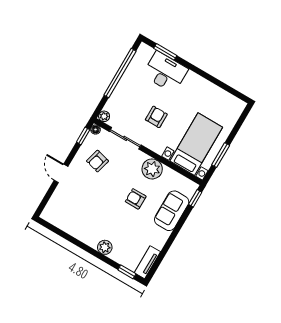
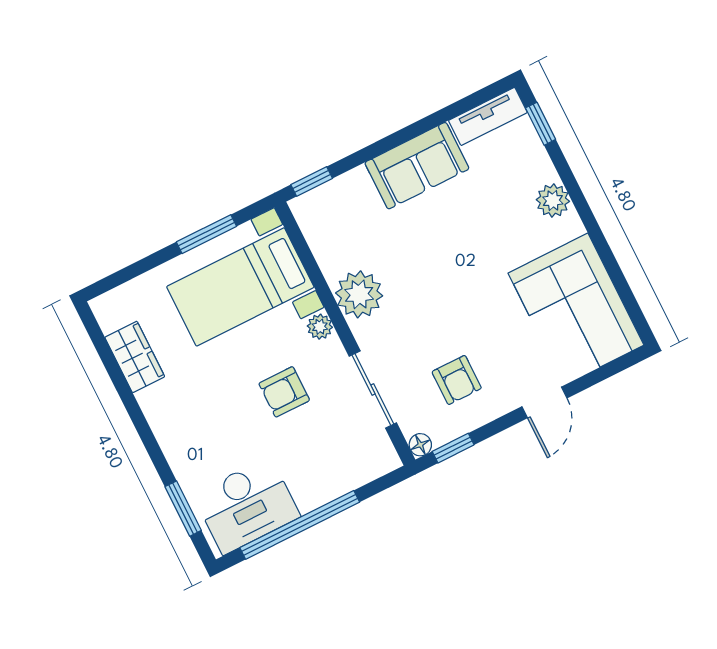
desk: (165, 72) -> (247, 506), moved, turned -90
wardrobe: (218, 95) -> (135, 357), added
plant: (104, 116) -> (320, 327), moved
armchair: (98, 161) -> (457, 380), turned 75
armchair: (136, 199) -> (430, 257), removed
sofa: (172, 211) -> (417, 166), moved
corner sofa: (71, 214) -> (576, 309), added

